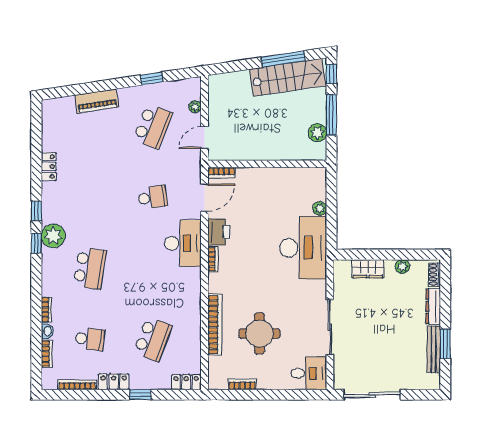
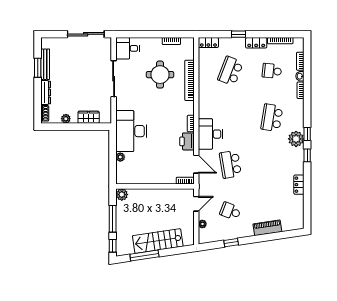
stairs: (288, 77) -> (158, 241), moved
school desk: (153, 126) -> (230, 211), width x0.54
plant: (317, 133) -> (122, 195), moved
school desk: (153, 197) -> (230, 164), width x1.85
door: (204, 198) -> (196, 164), swing flipped

